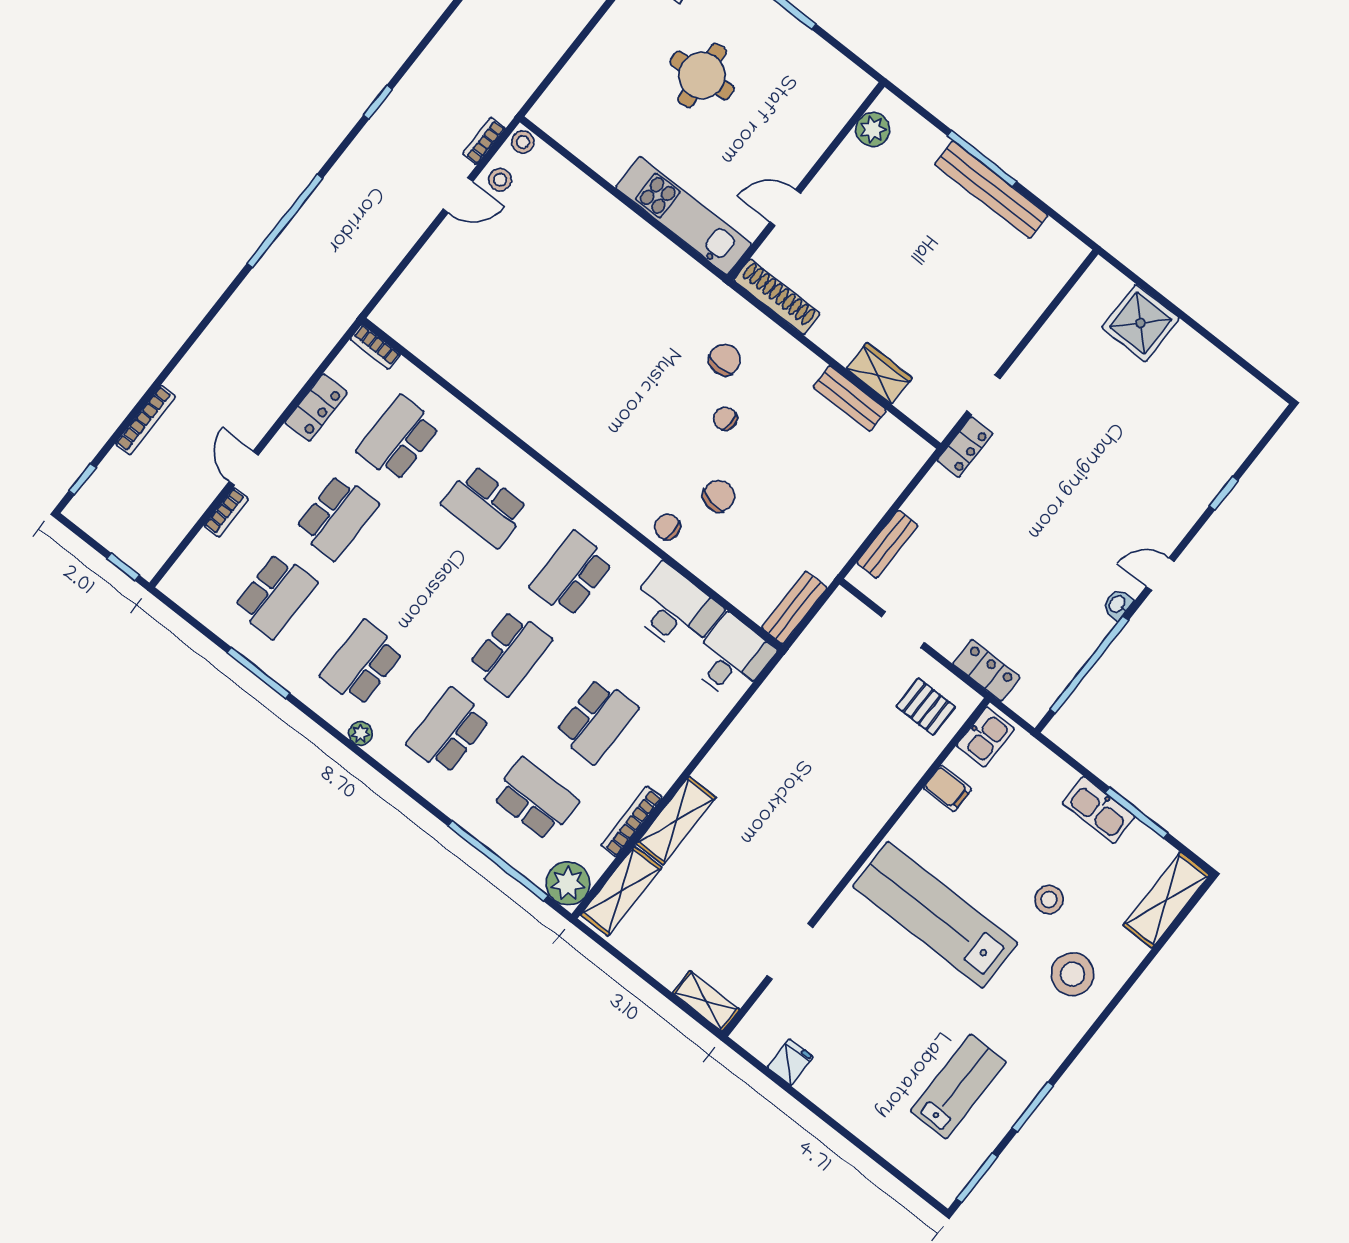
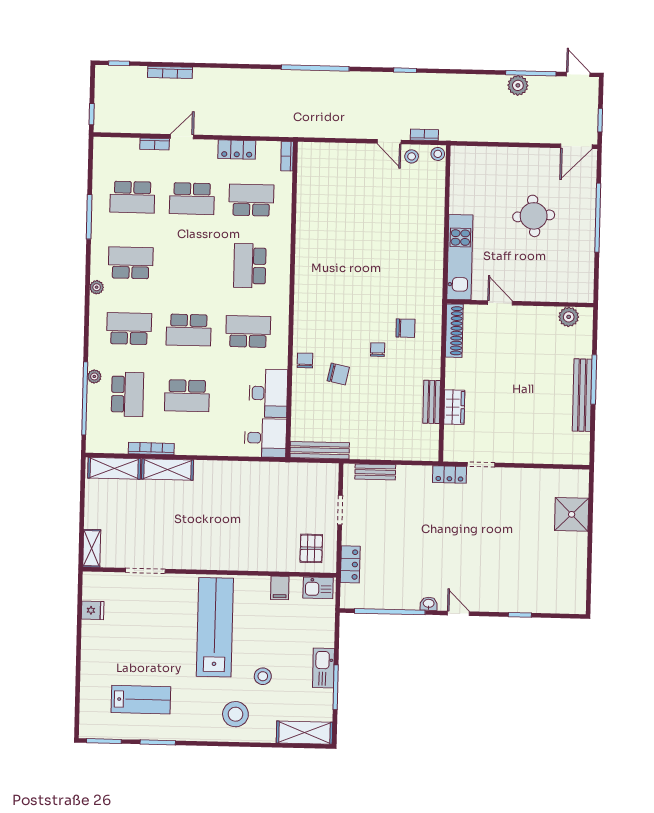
bench: (794, 607) -> (320, 450), width x1.36
plant: (568, 884) -> (94, 376), moved, width x0.53, depth x0.53

